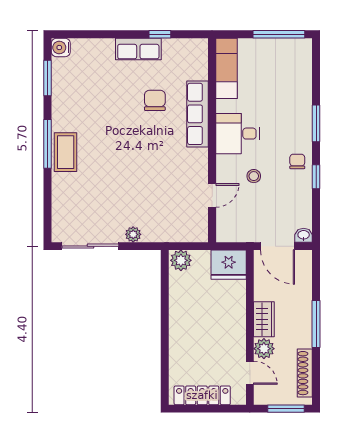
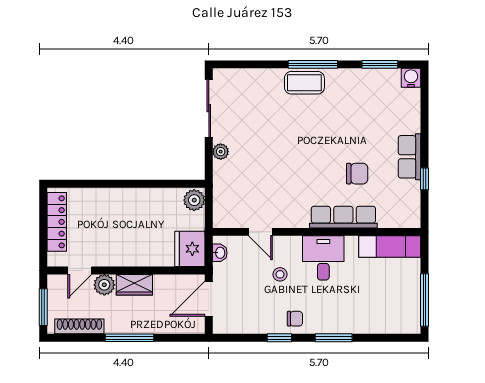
washbasin: (304, 235) -> (220, 253), moved

